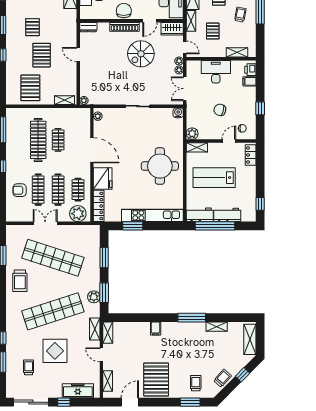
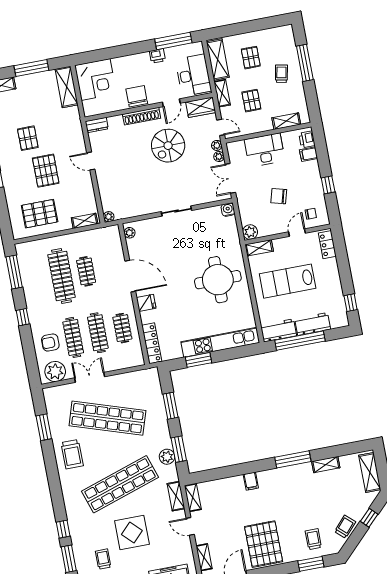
pallet: (30, 88) -> (40, 214), turned 90
fridge: (103, 179) -> (146, 303), width x0.53, depth x0.75
plant: (78, 214) -> (55, 372), moved

